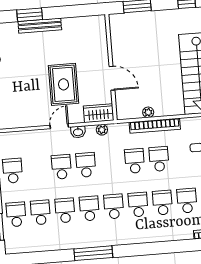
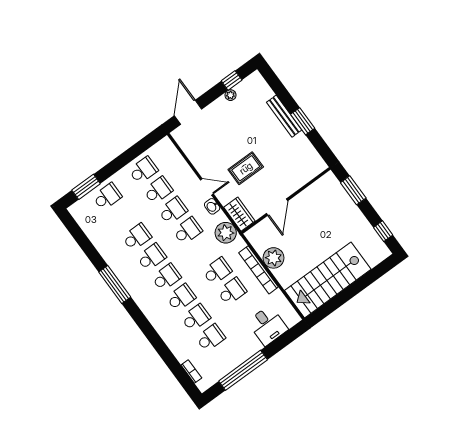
window: (30, 15) -> (303, 121), moved
rug: (64, 84) -> (246, 168), width x0.73, depth x0.70
plant: (148, 112) -> (273, 258), width x1.88, depth x1.88
plant: (102, 130) -> (226, 233), width x1.88, depth x1.88
school desk: (41, 212) -> (158, 190), moved

